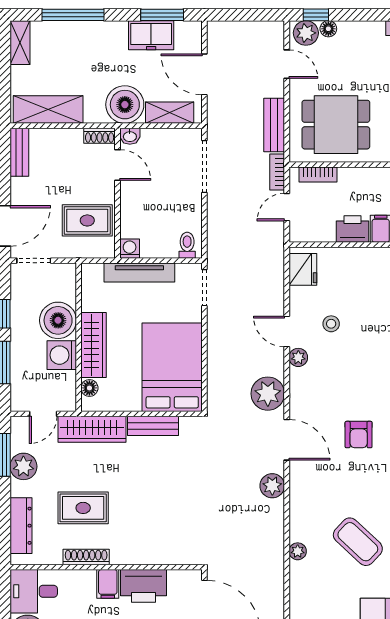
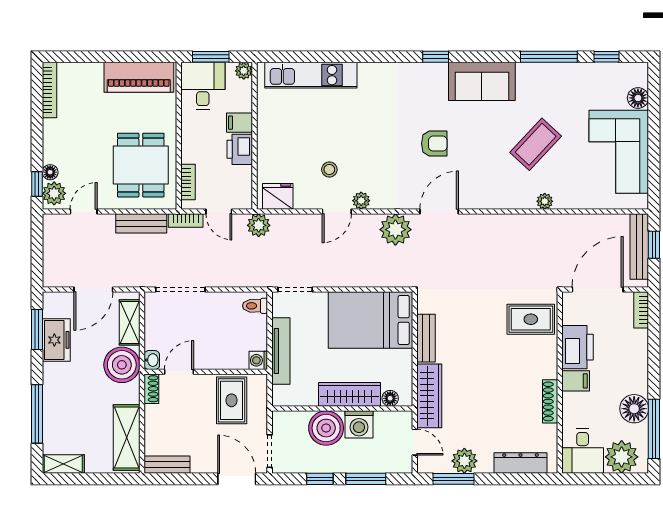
plant: (272, 486) -> (259, 225), moved
rug: (83, 508) -> (531, 319), moved, turned 90

